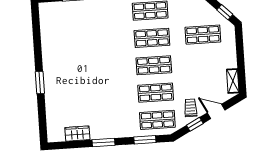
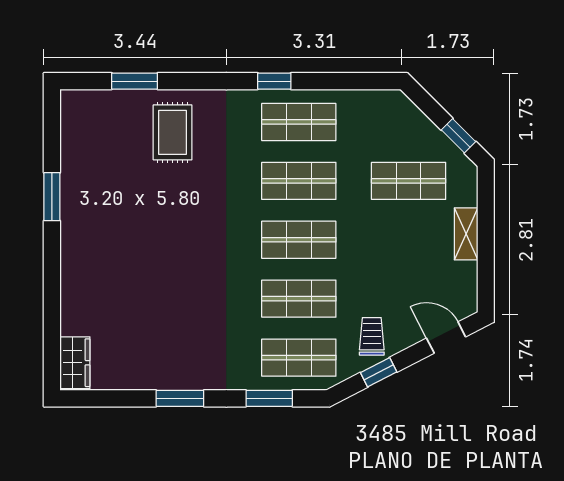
rug: (92, 19) -> (173, 132), added
shelving: (233, 81) -> (466, 234), moved
window: (40, 82) -> (52, 197), moved
door: (216, 111) -> (446, 338), moved
wardrobe: (77, 134) -> (75, 363), moved, turned 90

